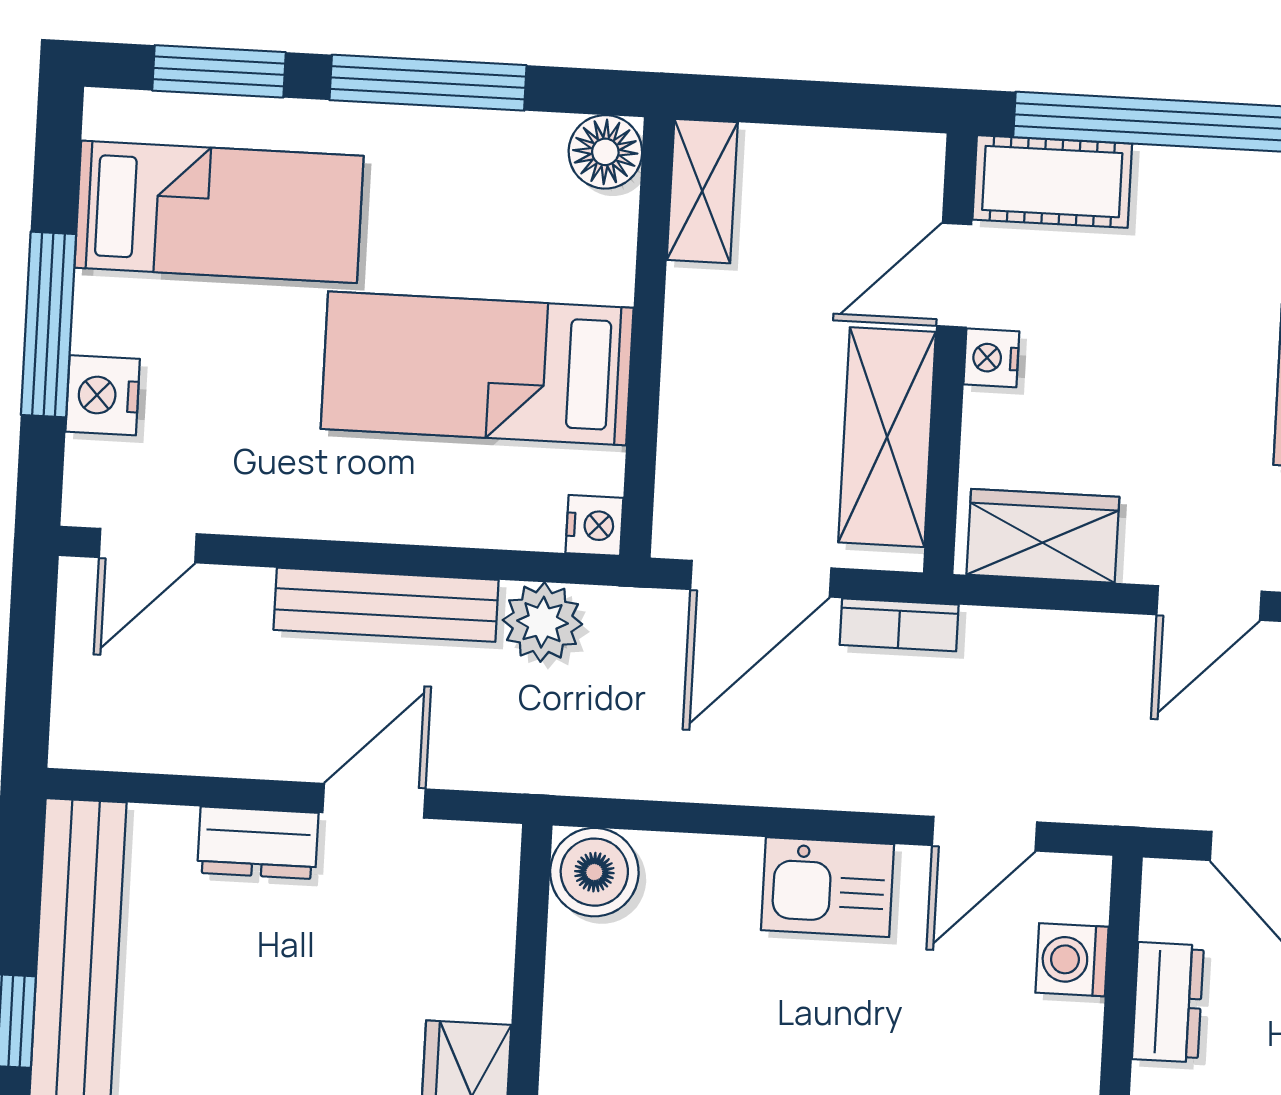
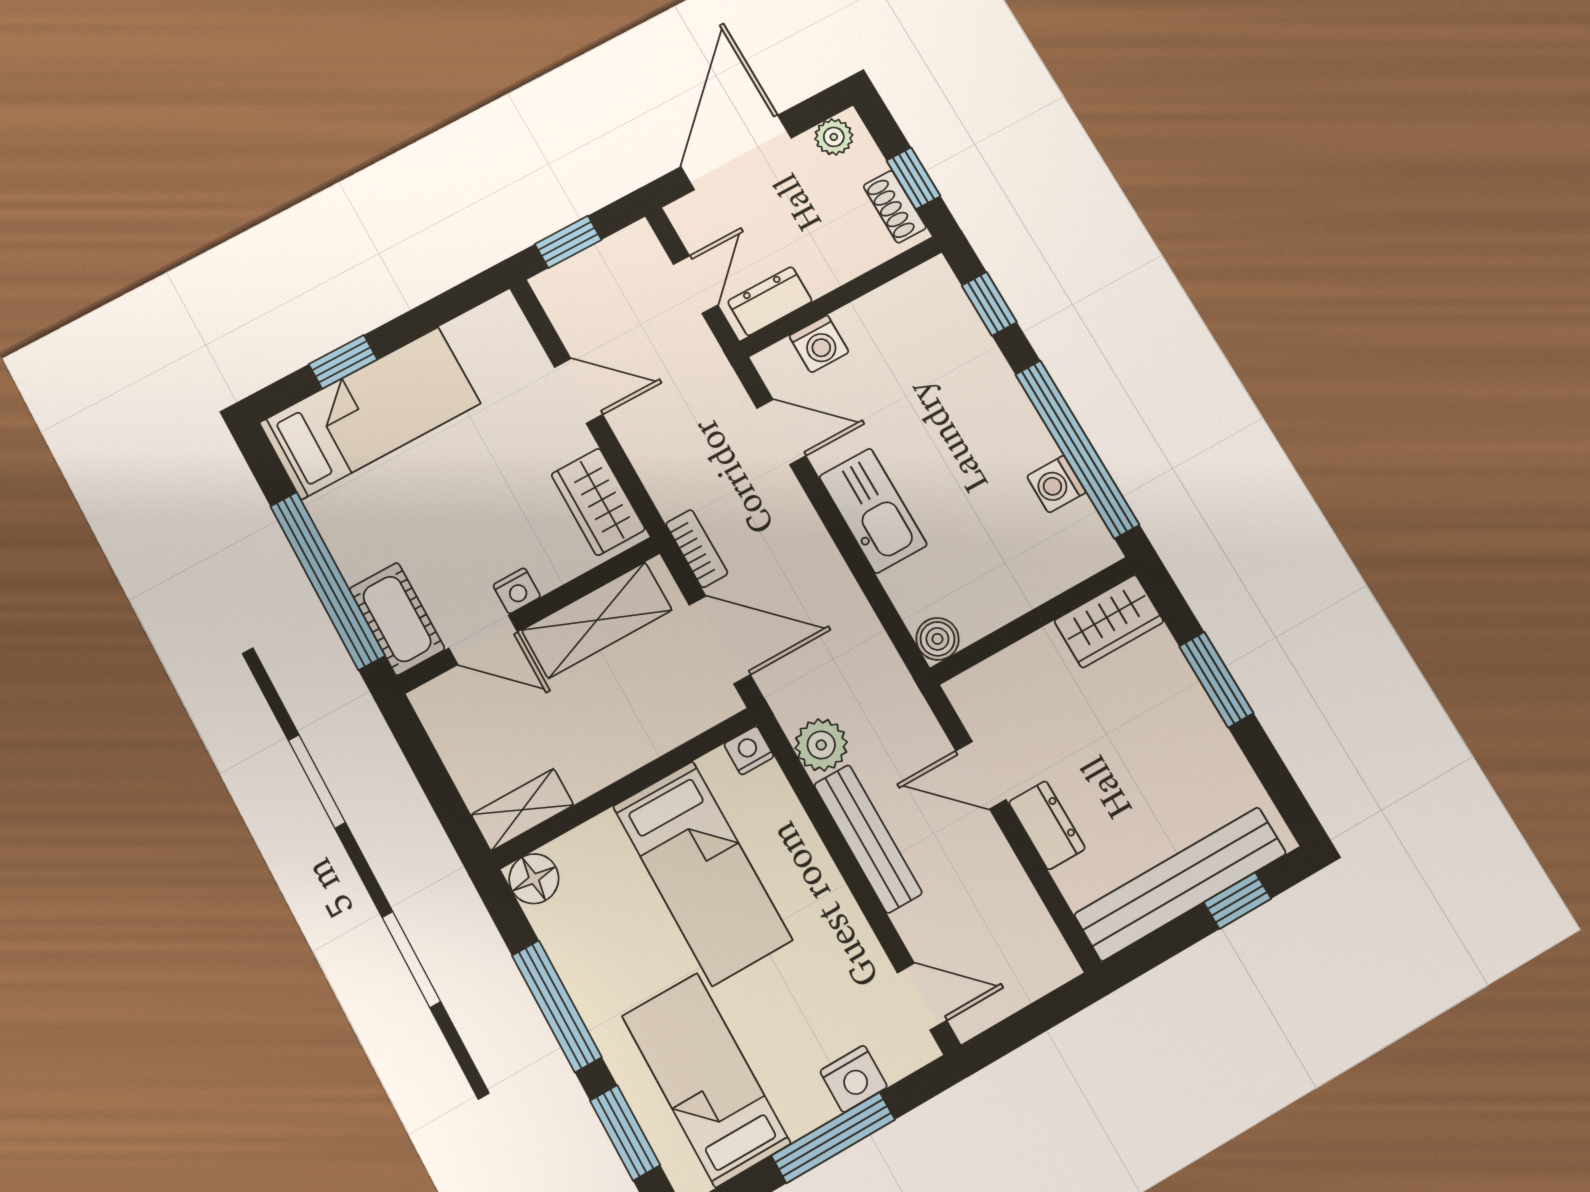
boiler: (594, 872) -> (937, 639), width x0.73, depth x0.73
kitchen sink: (828, 887) -> (873, 511), width x1.38
dresser: (1168, 1002) -> (770, 301), moved

